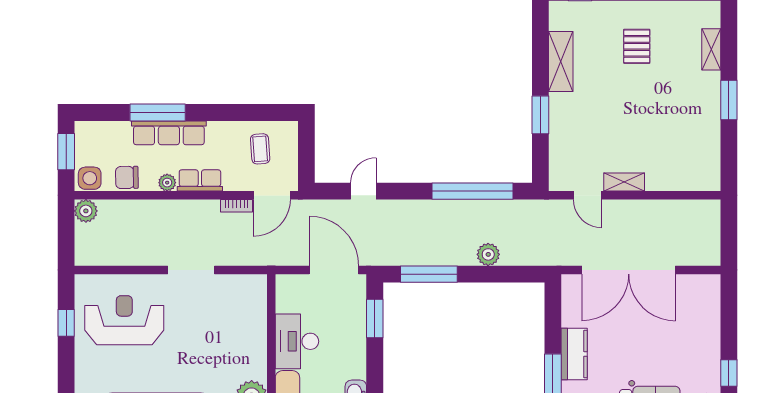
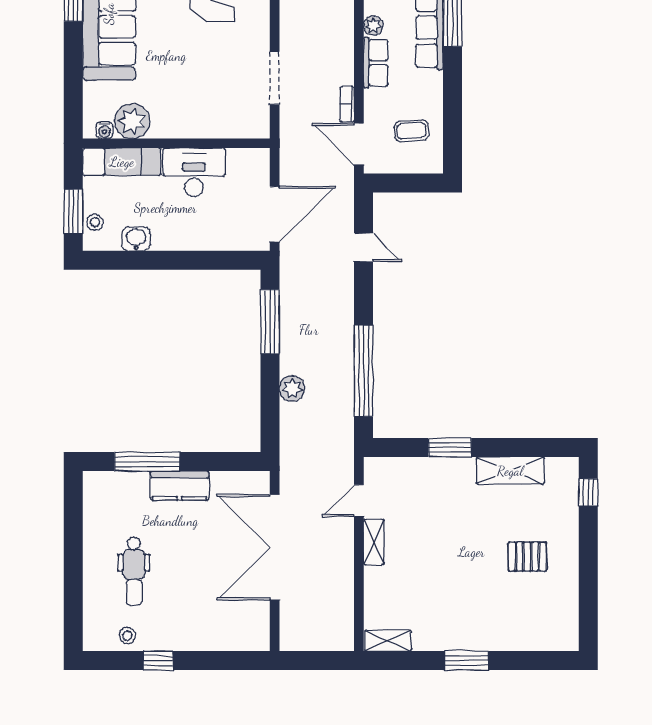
shelving: (711, 49) -> (388, 641), moved
doorway: (191, 270) -> (275, 78), moved
window: (375, 318) -> (220, 260), removed

